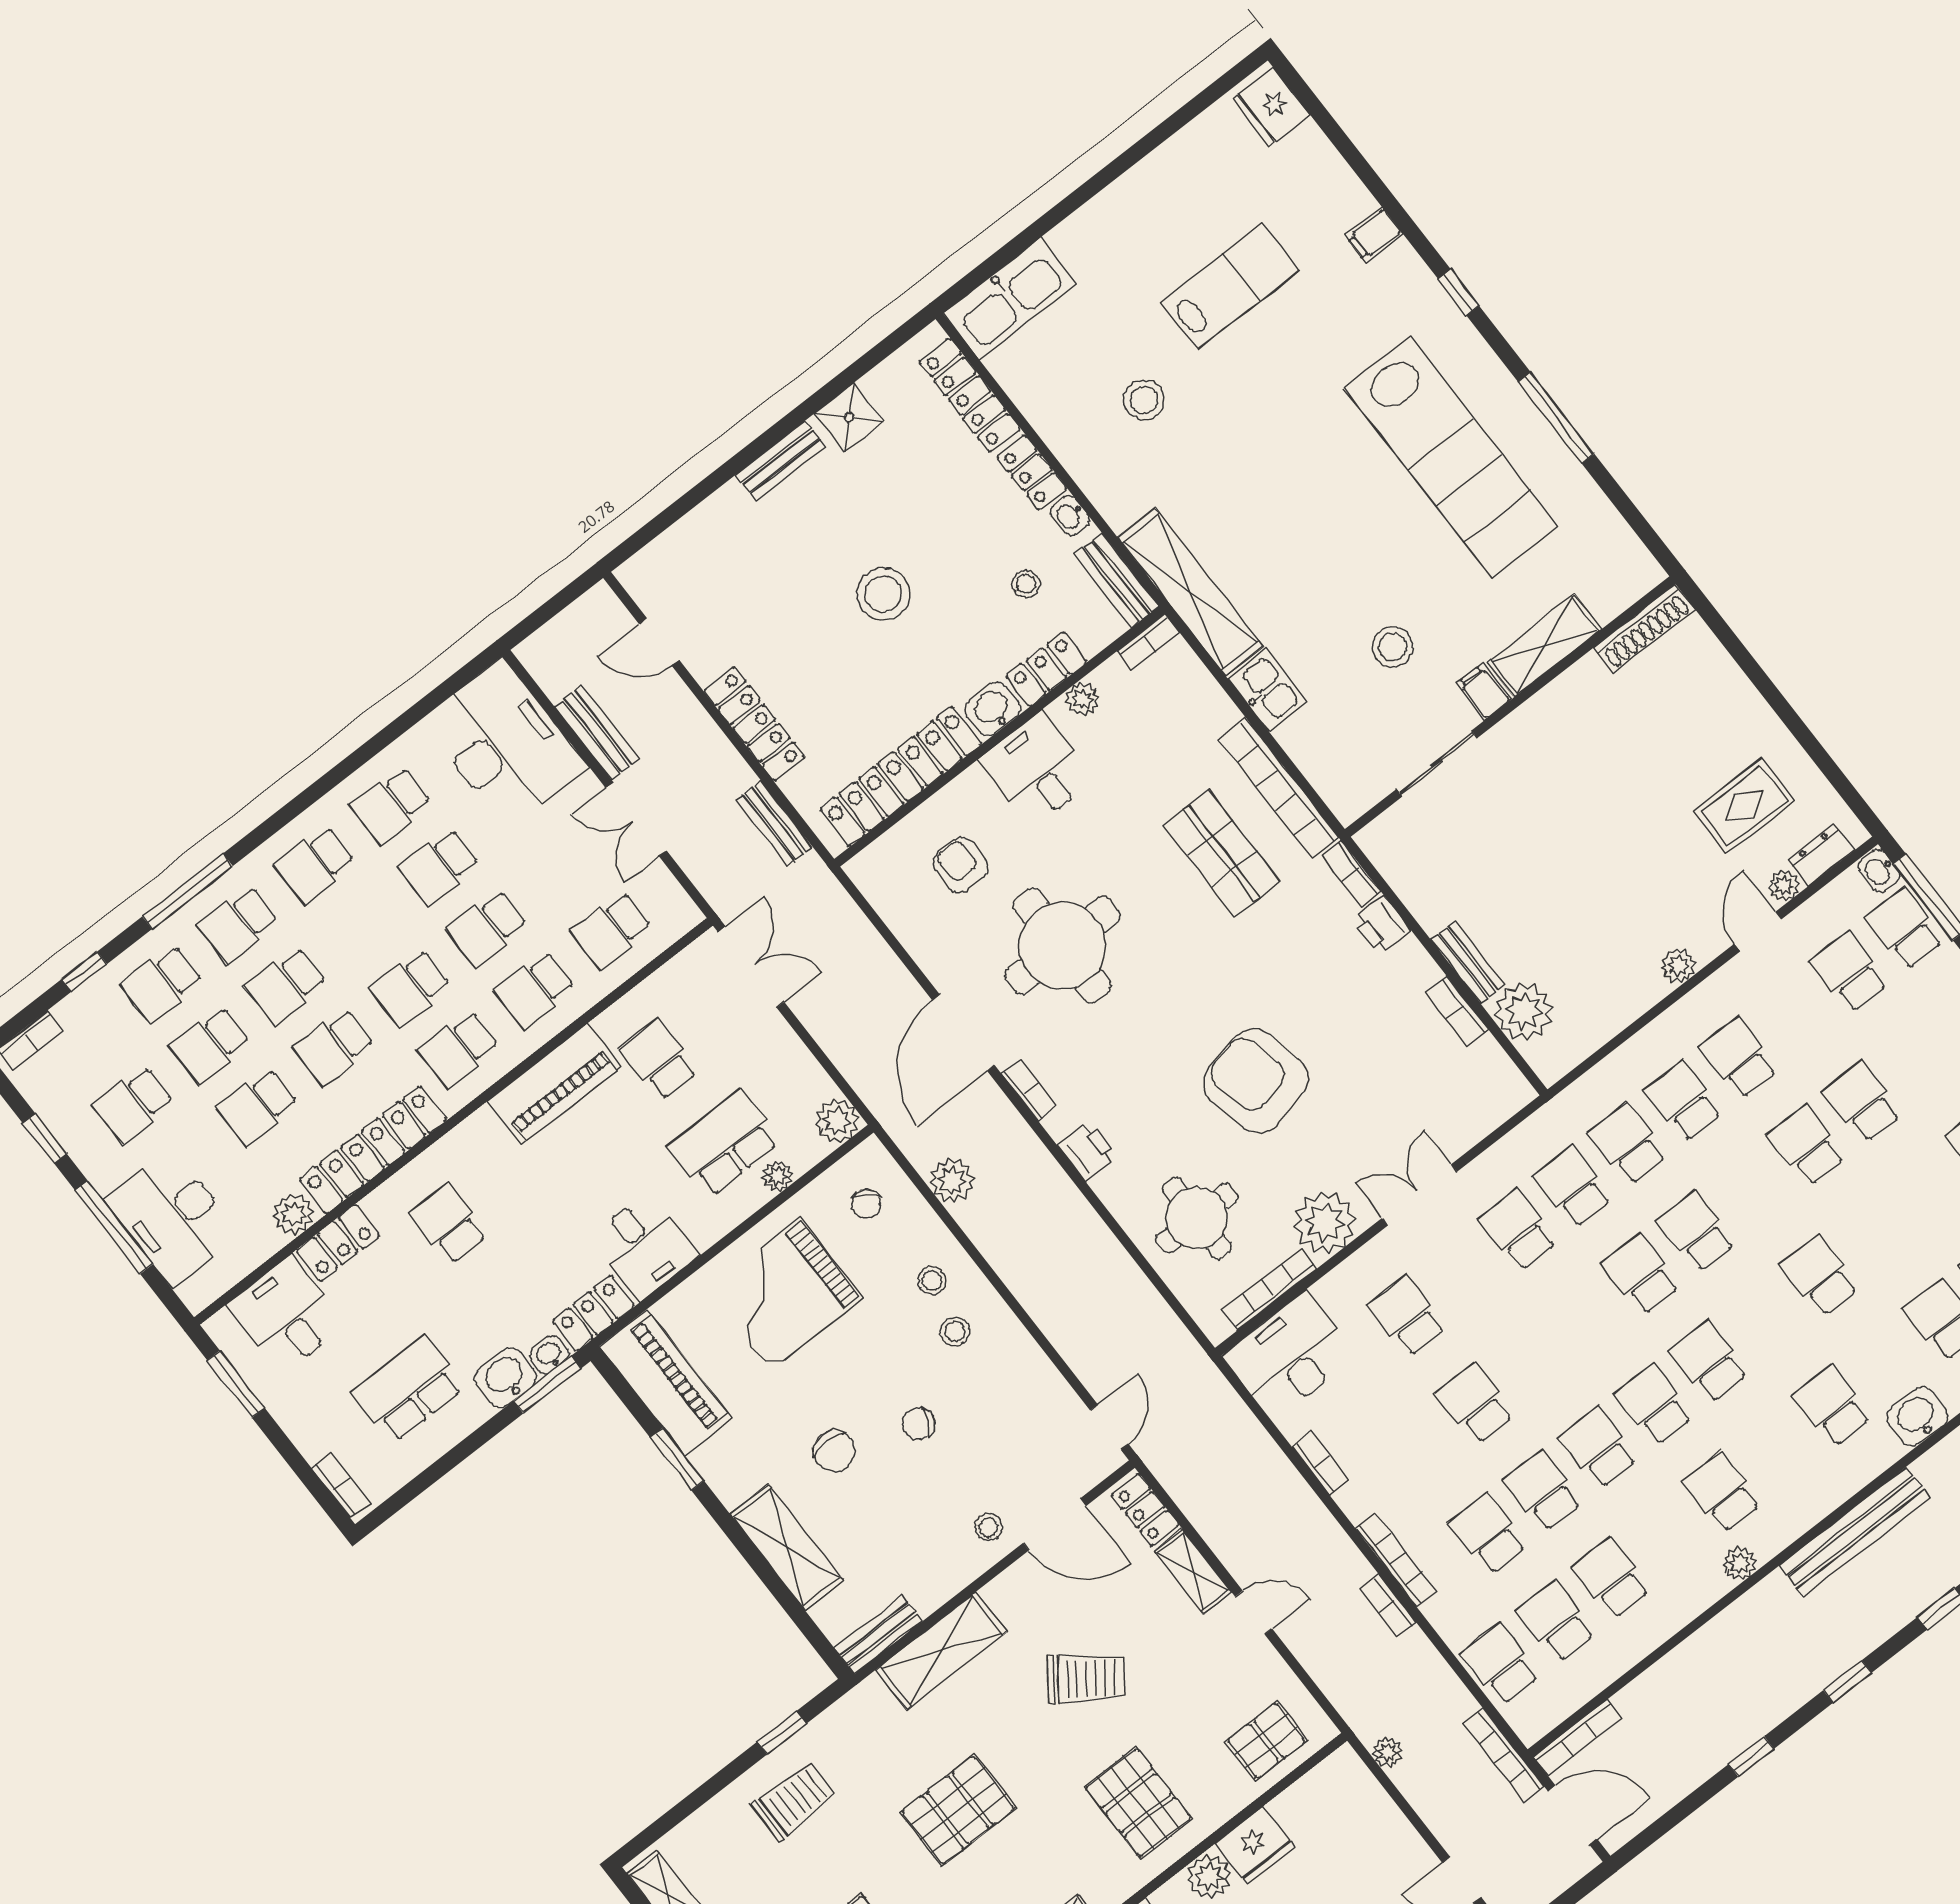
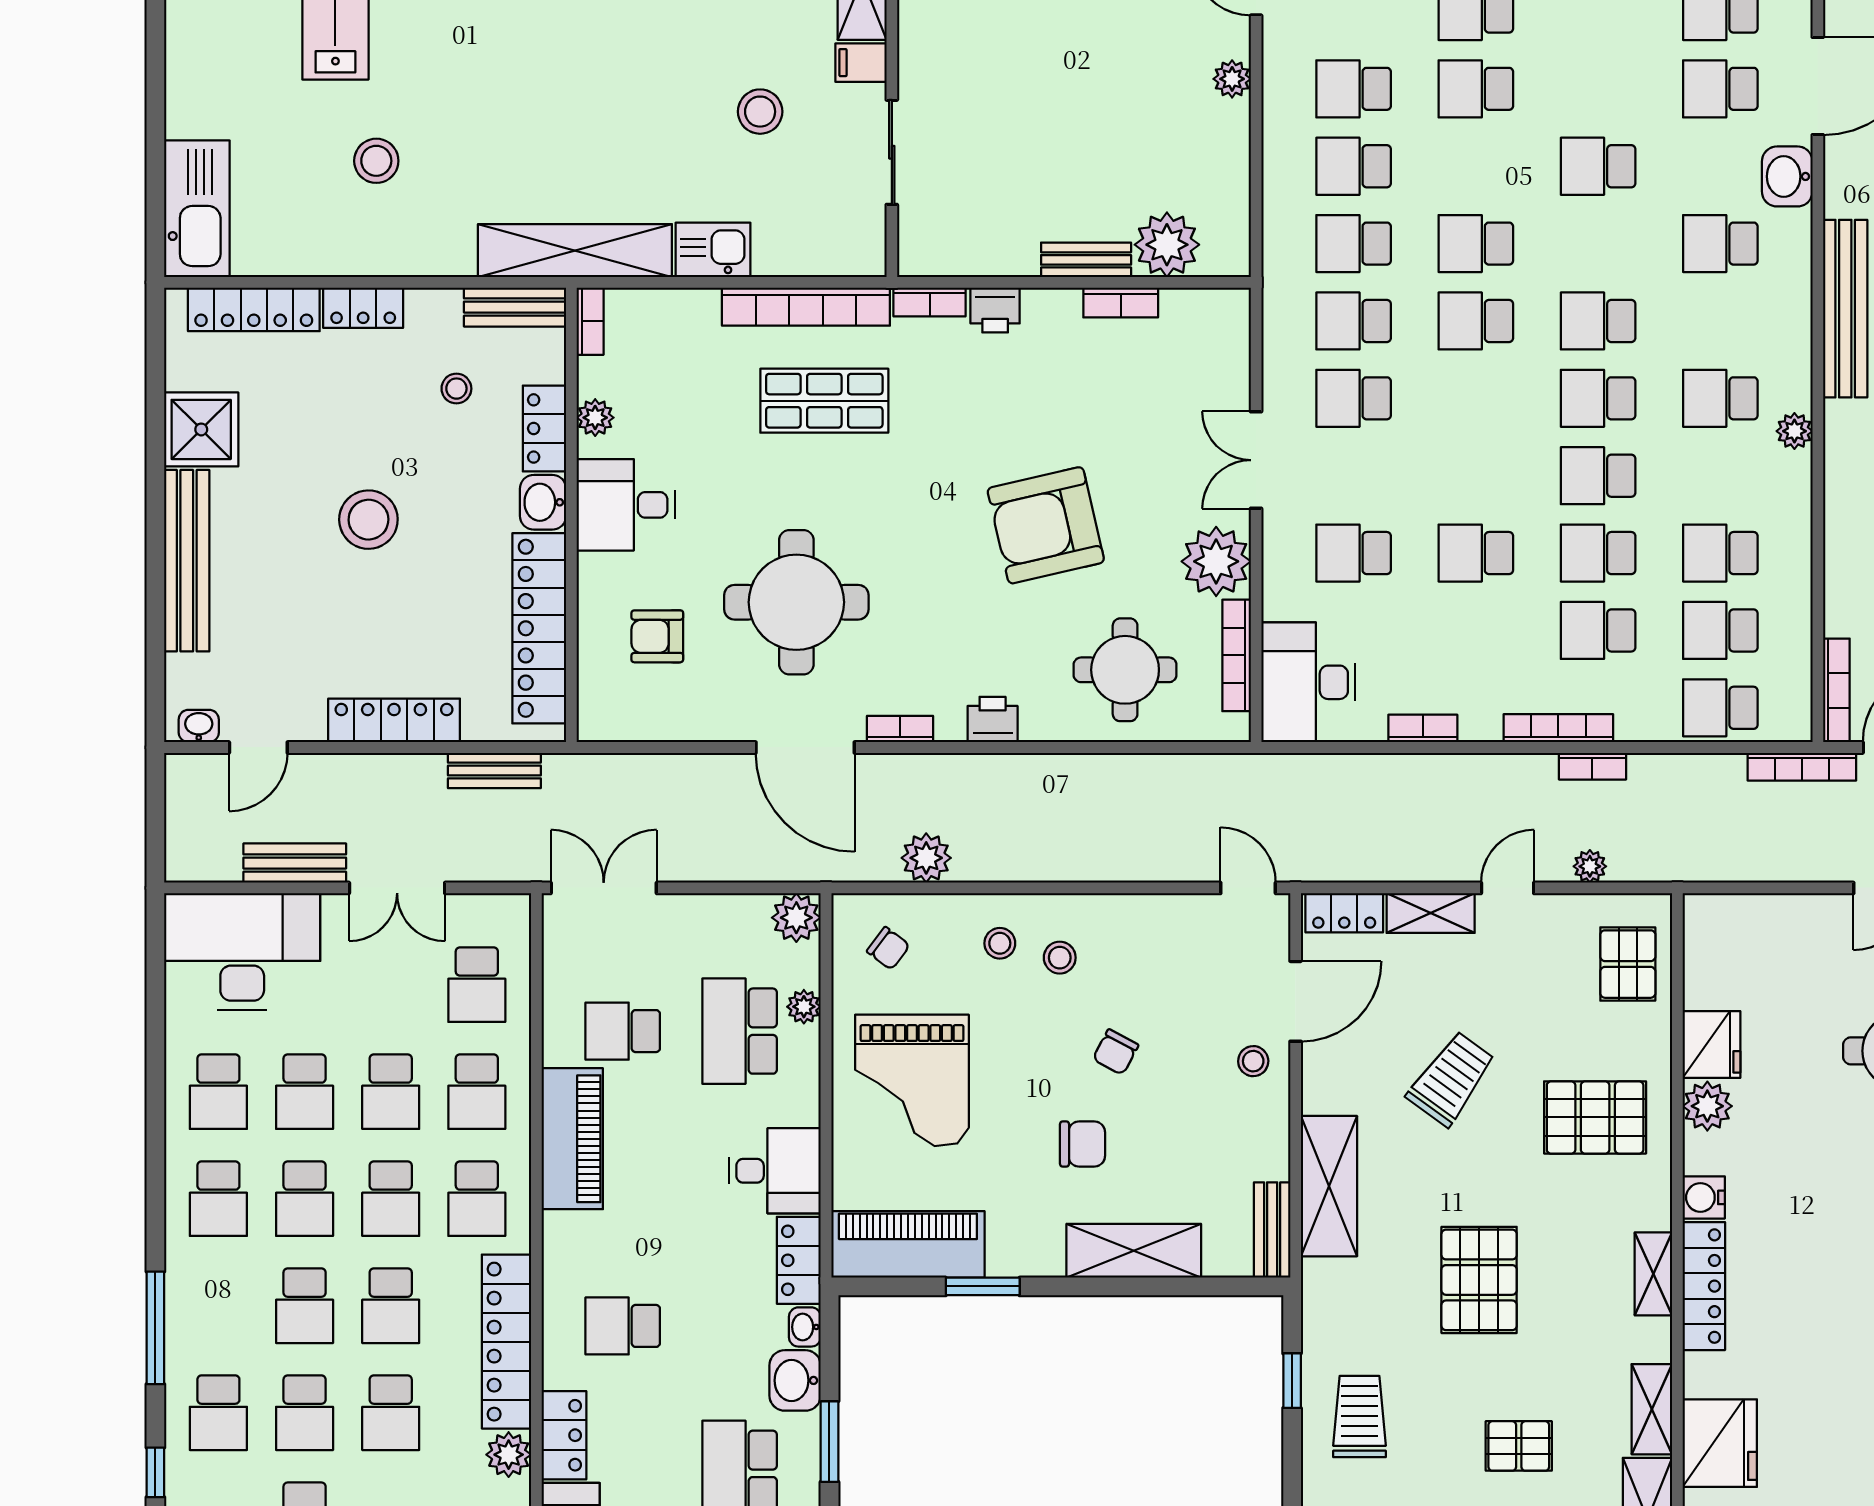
shower: (849, 417) -> (201, 429), width x1.36, depth x1.36
bench: (781, 461) -> (187, 561), width x1.86, depth x1.21
washbasin: (1070, 516) -> (199, 726), moved, turned 180
school desk: (238, 924) -> (305, 1199), moved
window: (547, 1385) -> (829, 1442), moved
plant: (1387, 1752) -> (1590, 866), moved

